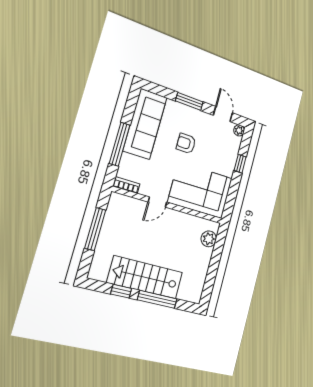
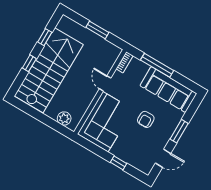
plant: (239, 130) -> (146, 169), removed
armchair: (186, 143) -> (146, 119), turned 180
window: (95, 229) -> (97, 30), width x0.69
stairs: (145, 277) -> (49, 70), width x1.36, depth x1.51
window: (157, 299) -> (29, 63), width x0.46

